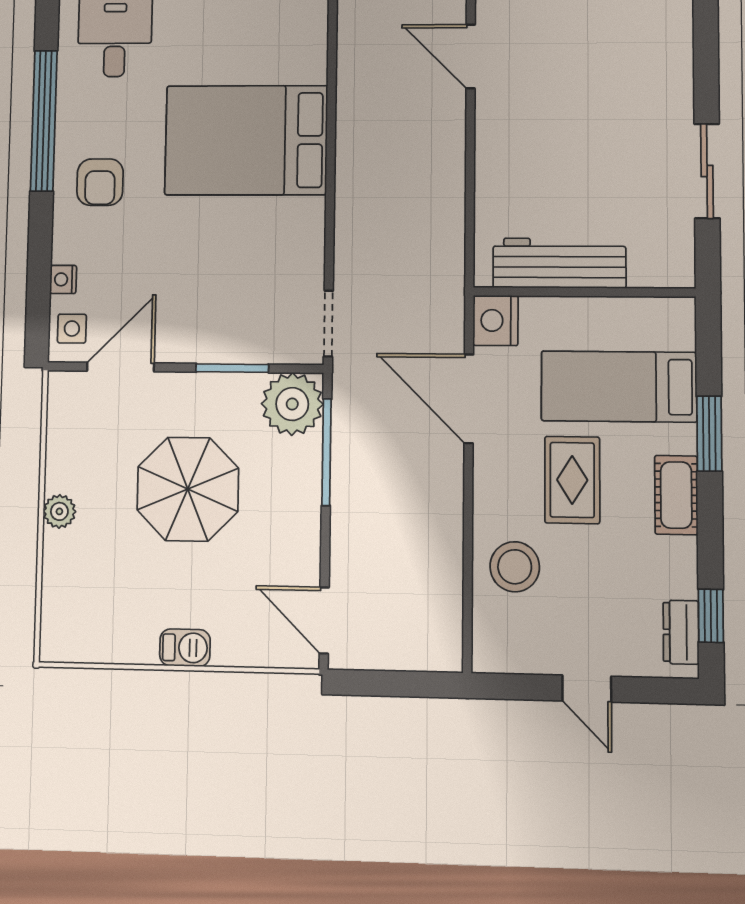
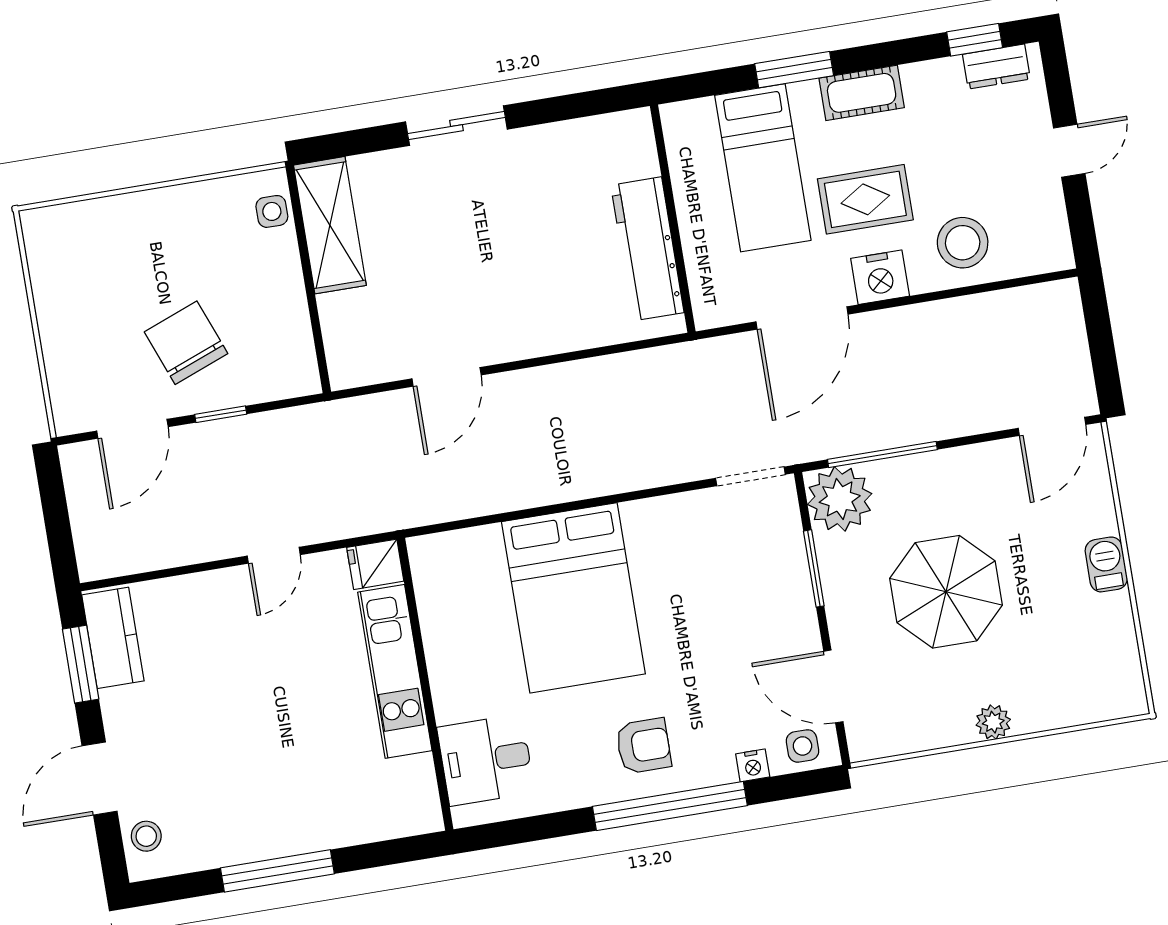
window: (44, 121) -> (670, 806), moved
sliding door: (707, 171) -> (456, 126), moved
nightstand: (496, 320) -> (880, 277), moved

